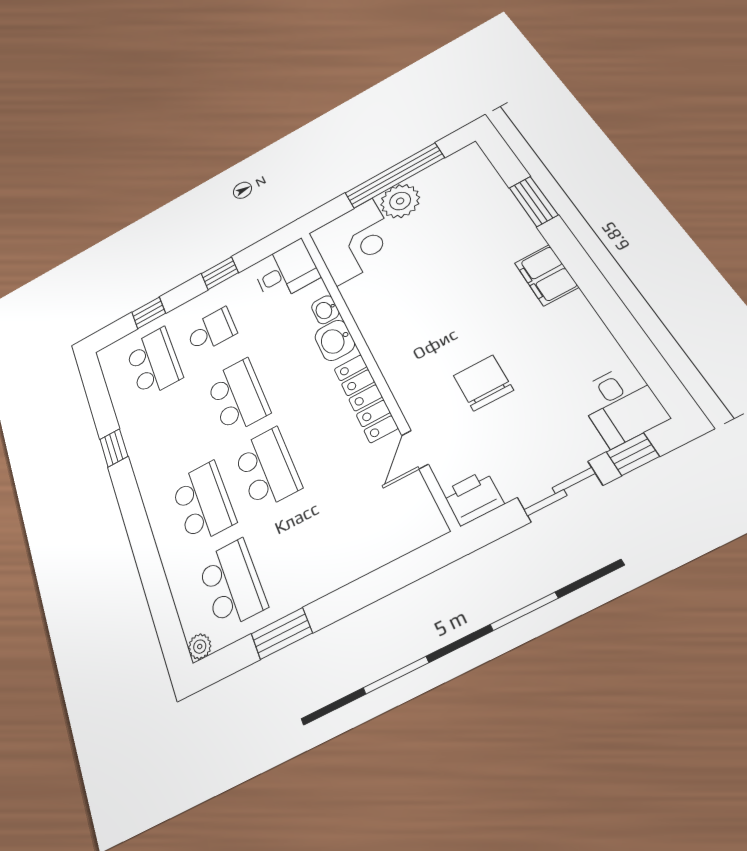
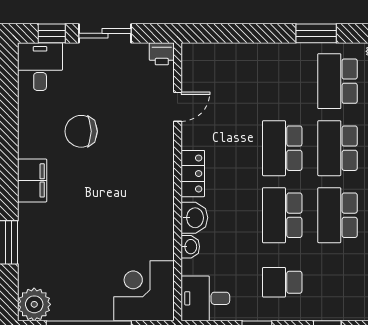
plant: (400, 201) -> (34, 304), moved
school desk: (154, 362) -> (337, 215), moved
chair: (483, 383) -> (81, 131), moved, turned 90
locker: (366, 398) -> (193, 174), width x0.66
printer: (473, 498) -> (162, 54), width x0.73, depth x0.81

